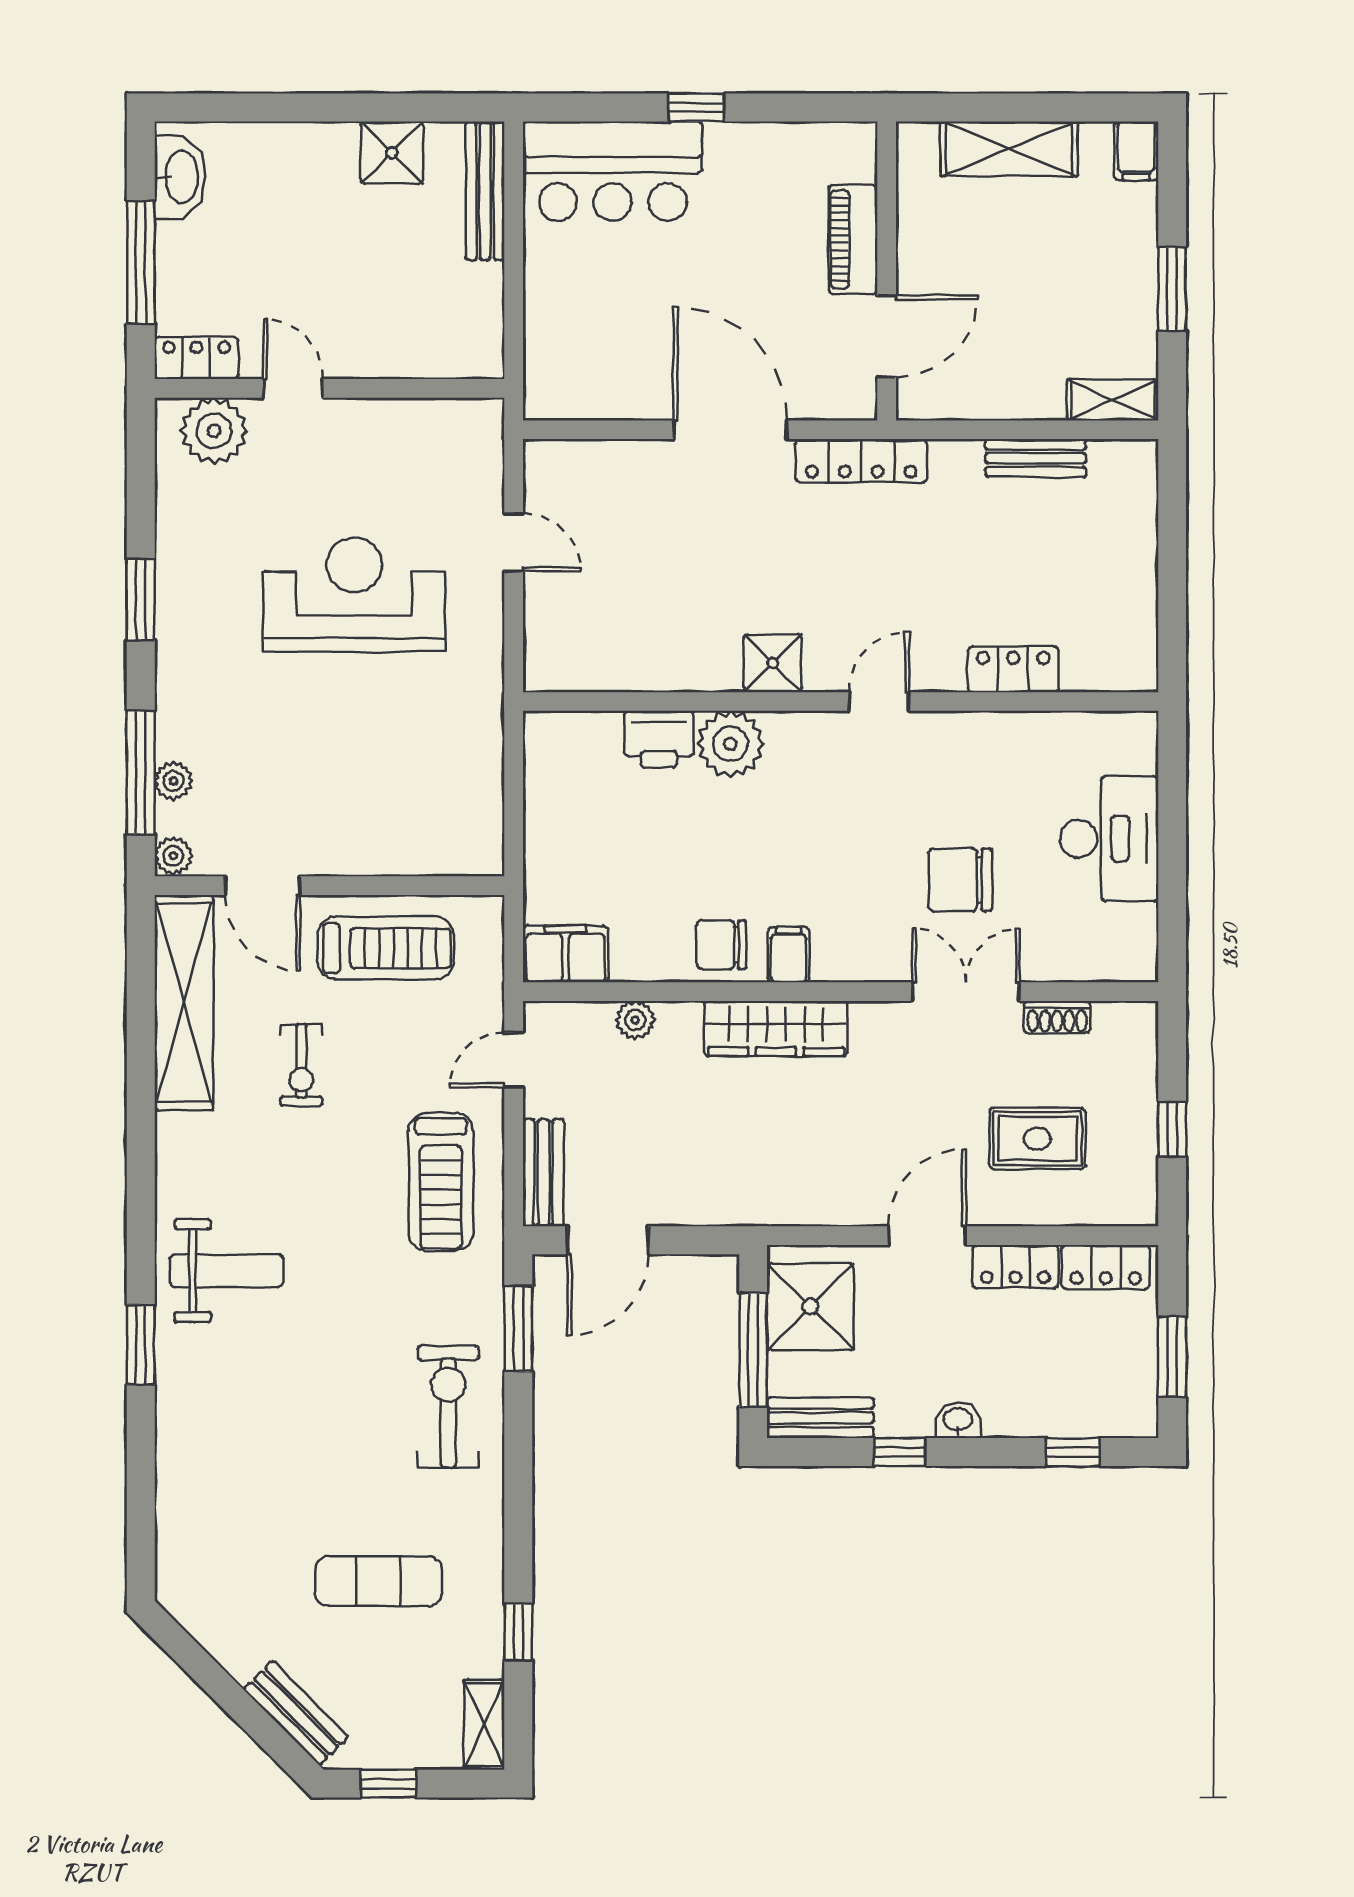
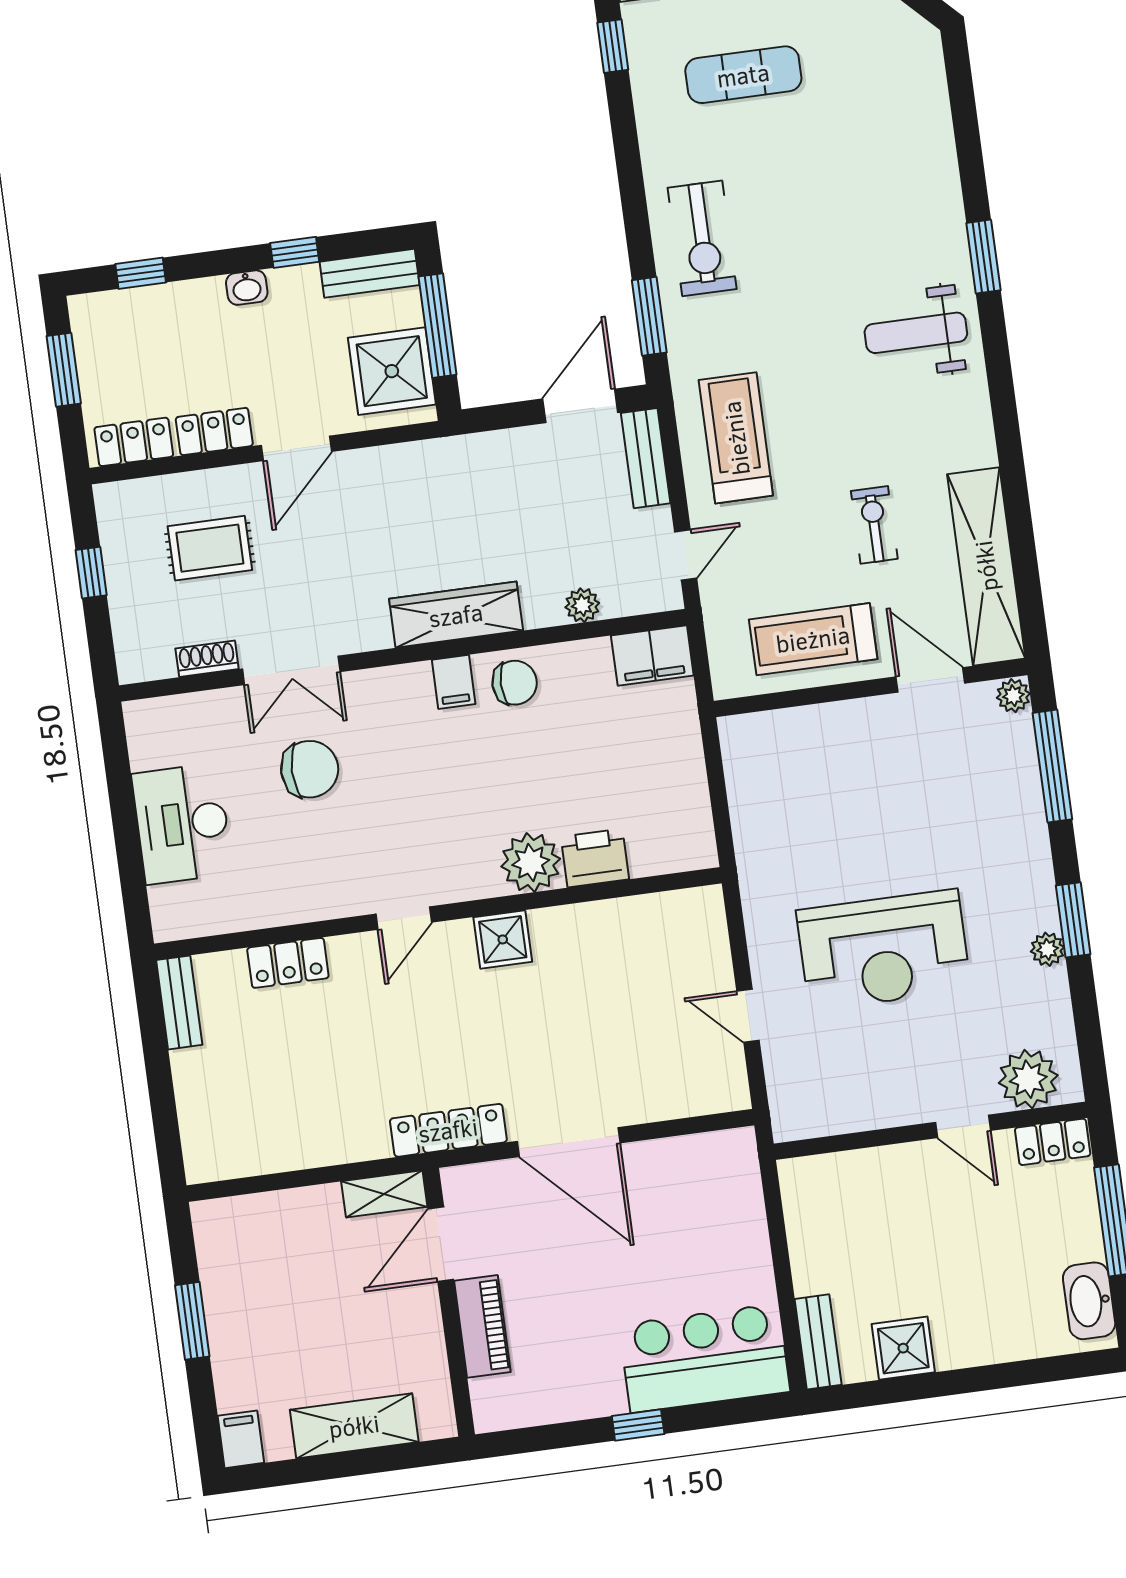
bench: (485, 191) -> (818, 1342), width x0.73
shelving: (1113, 400) -> (384, 1194), moved
bench: (1036, 458) -> (179, 1002), moved, turned 90
plant: (173, 781) -> (1047, 949), moved

